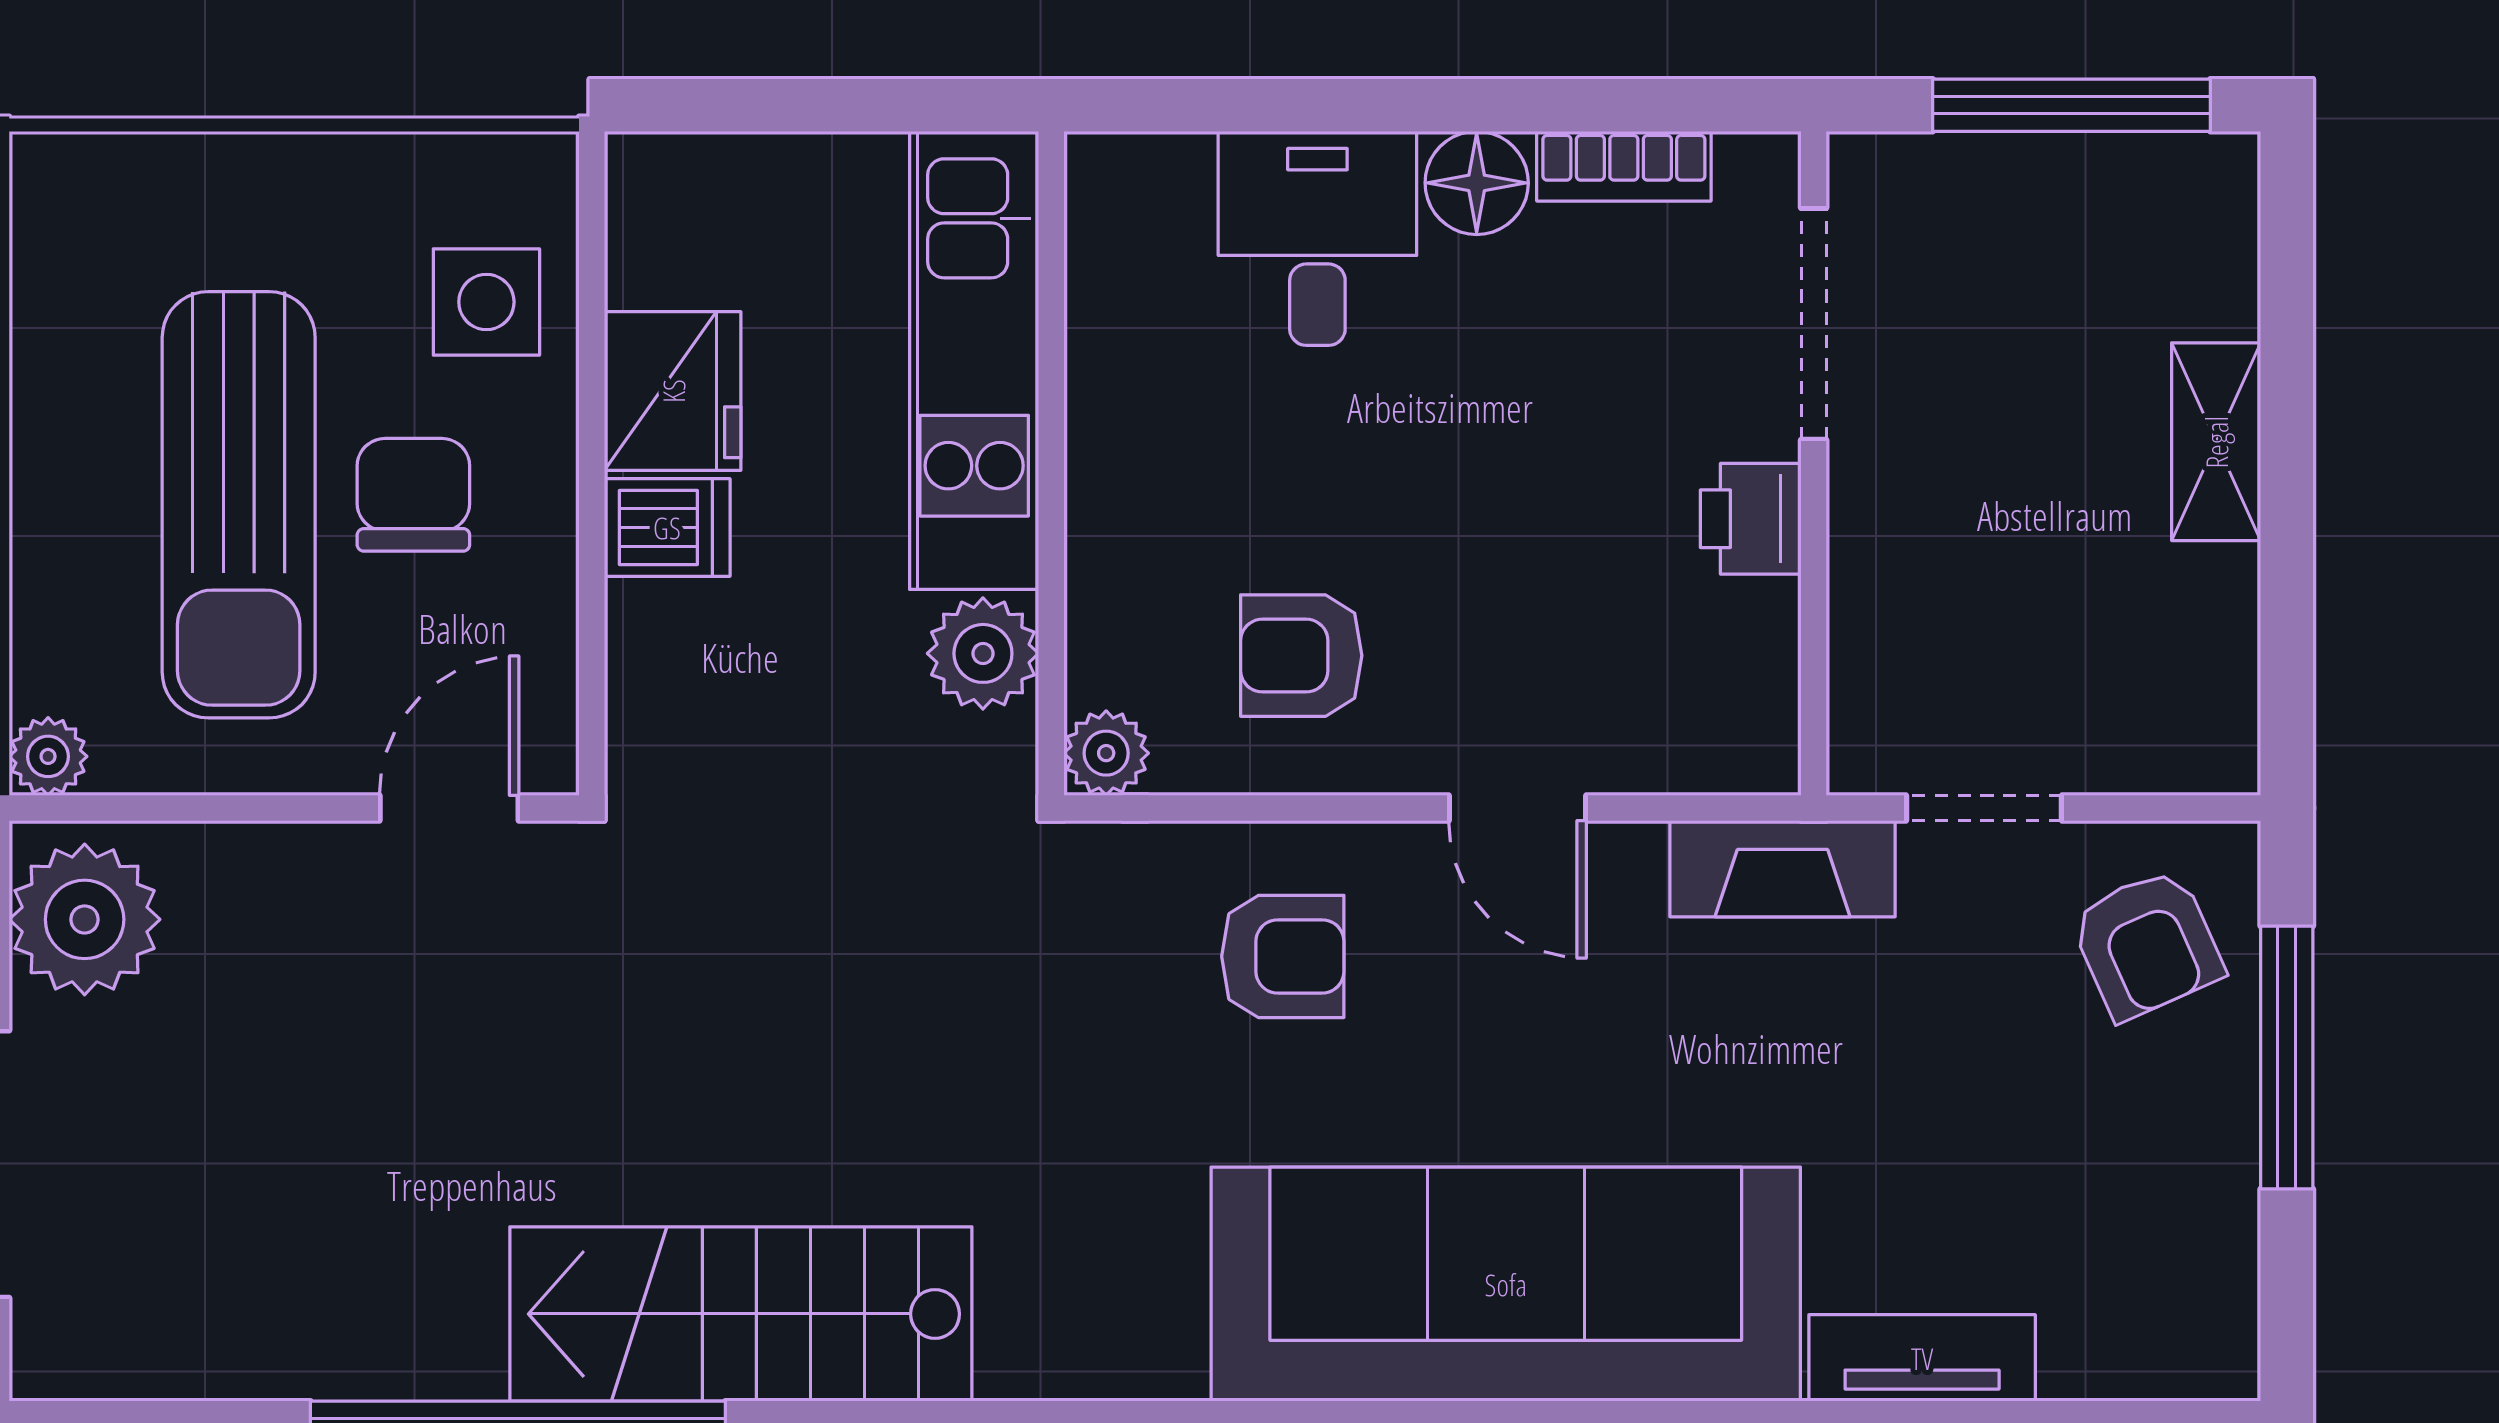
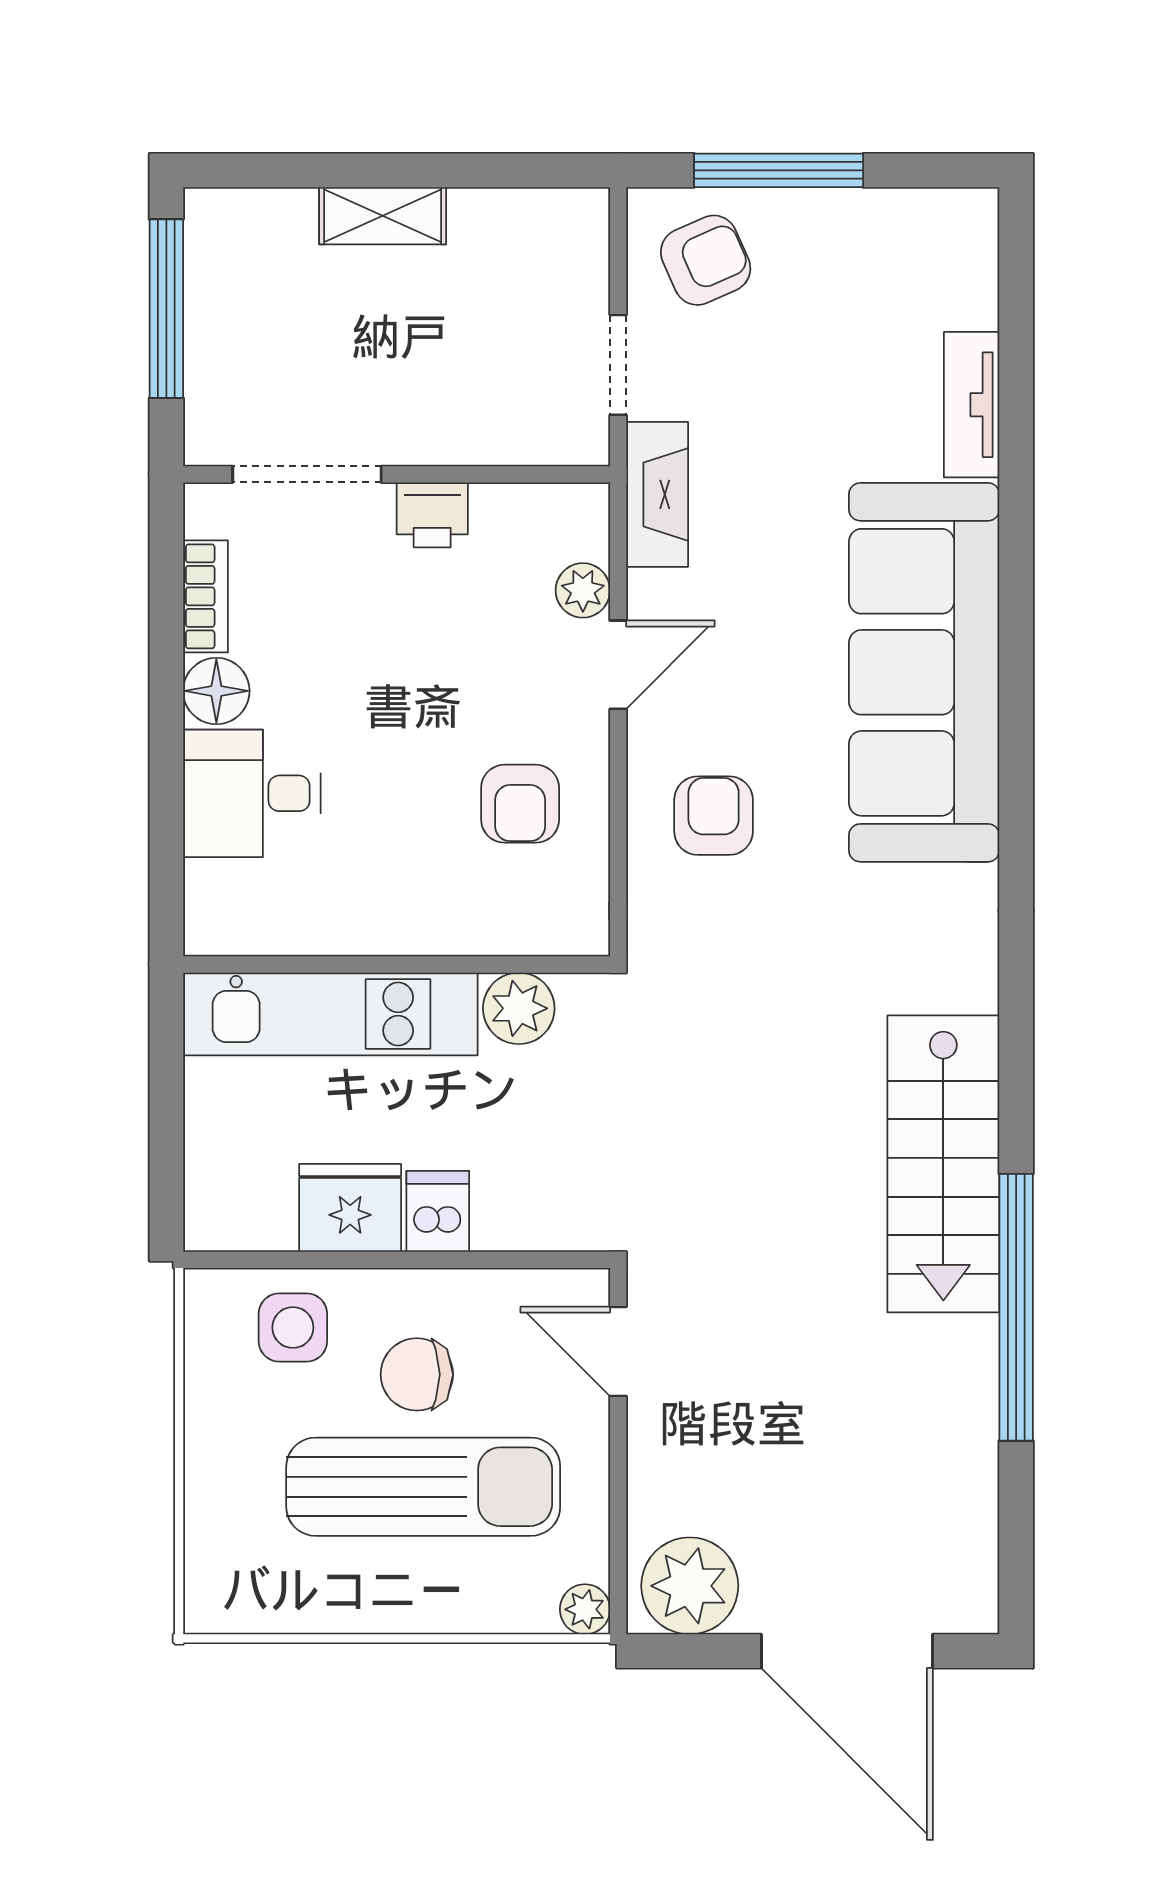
plant: (1106, 753) -> (583, 590), moved

